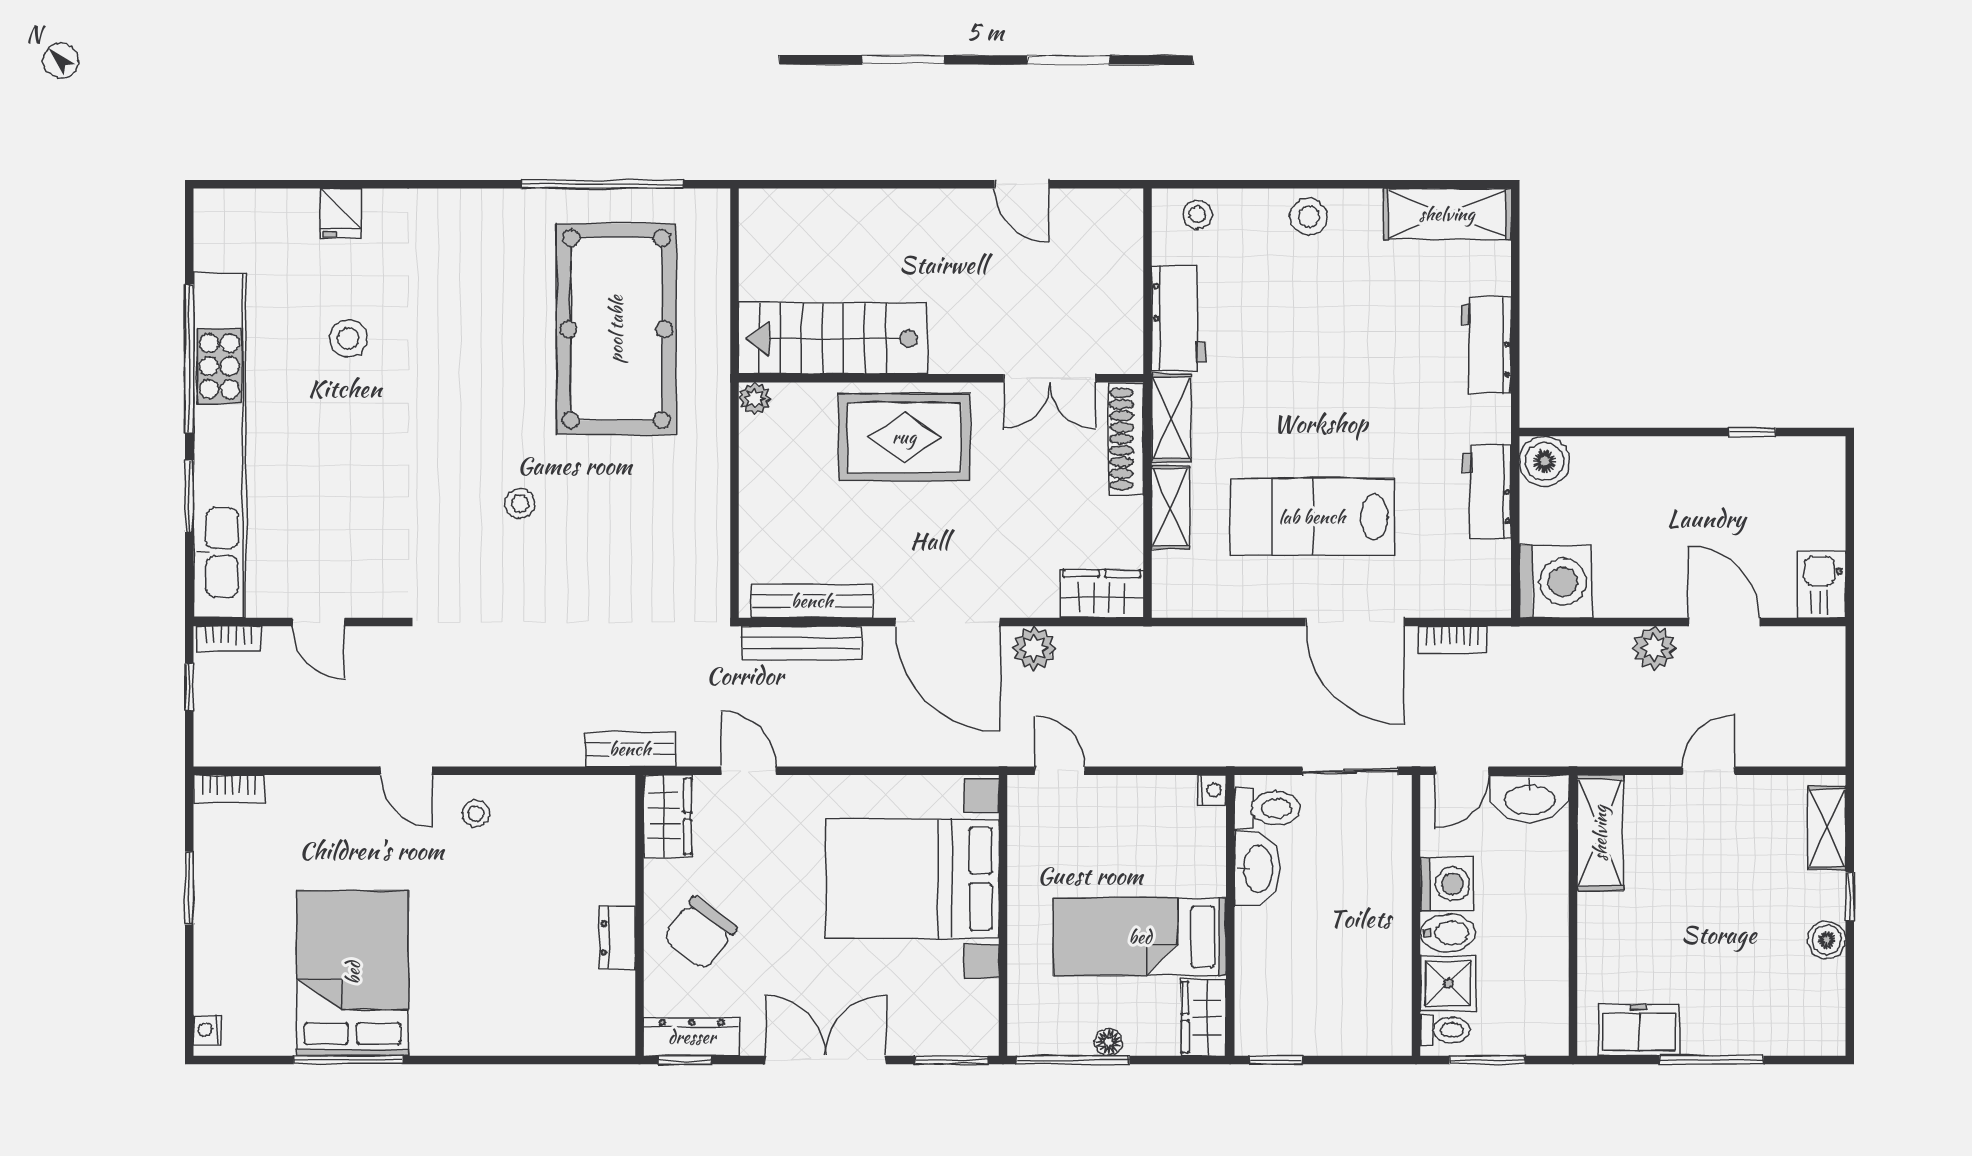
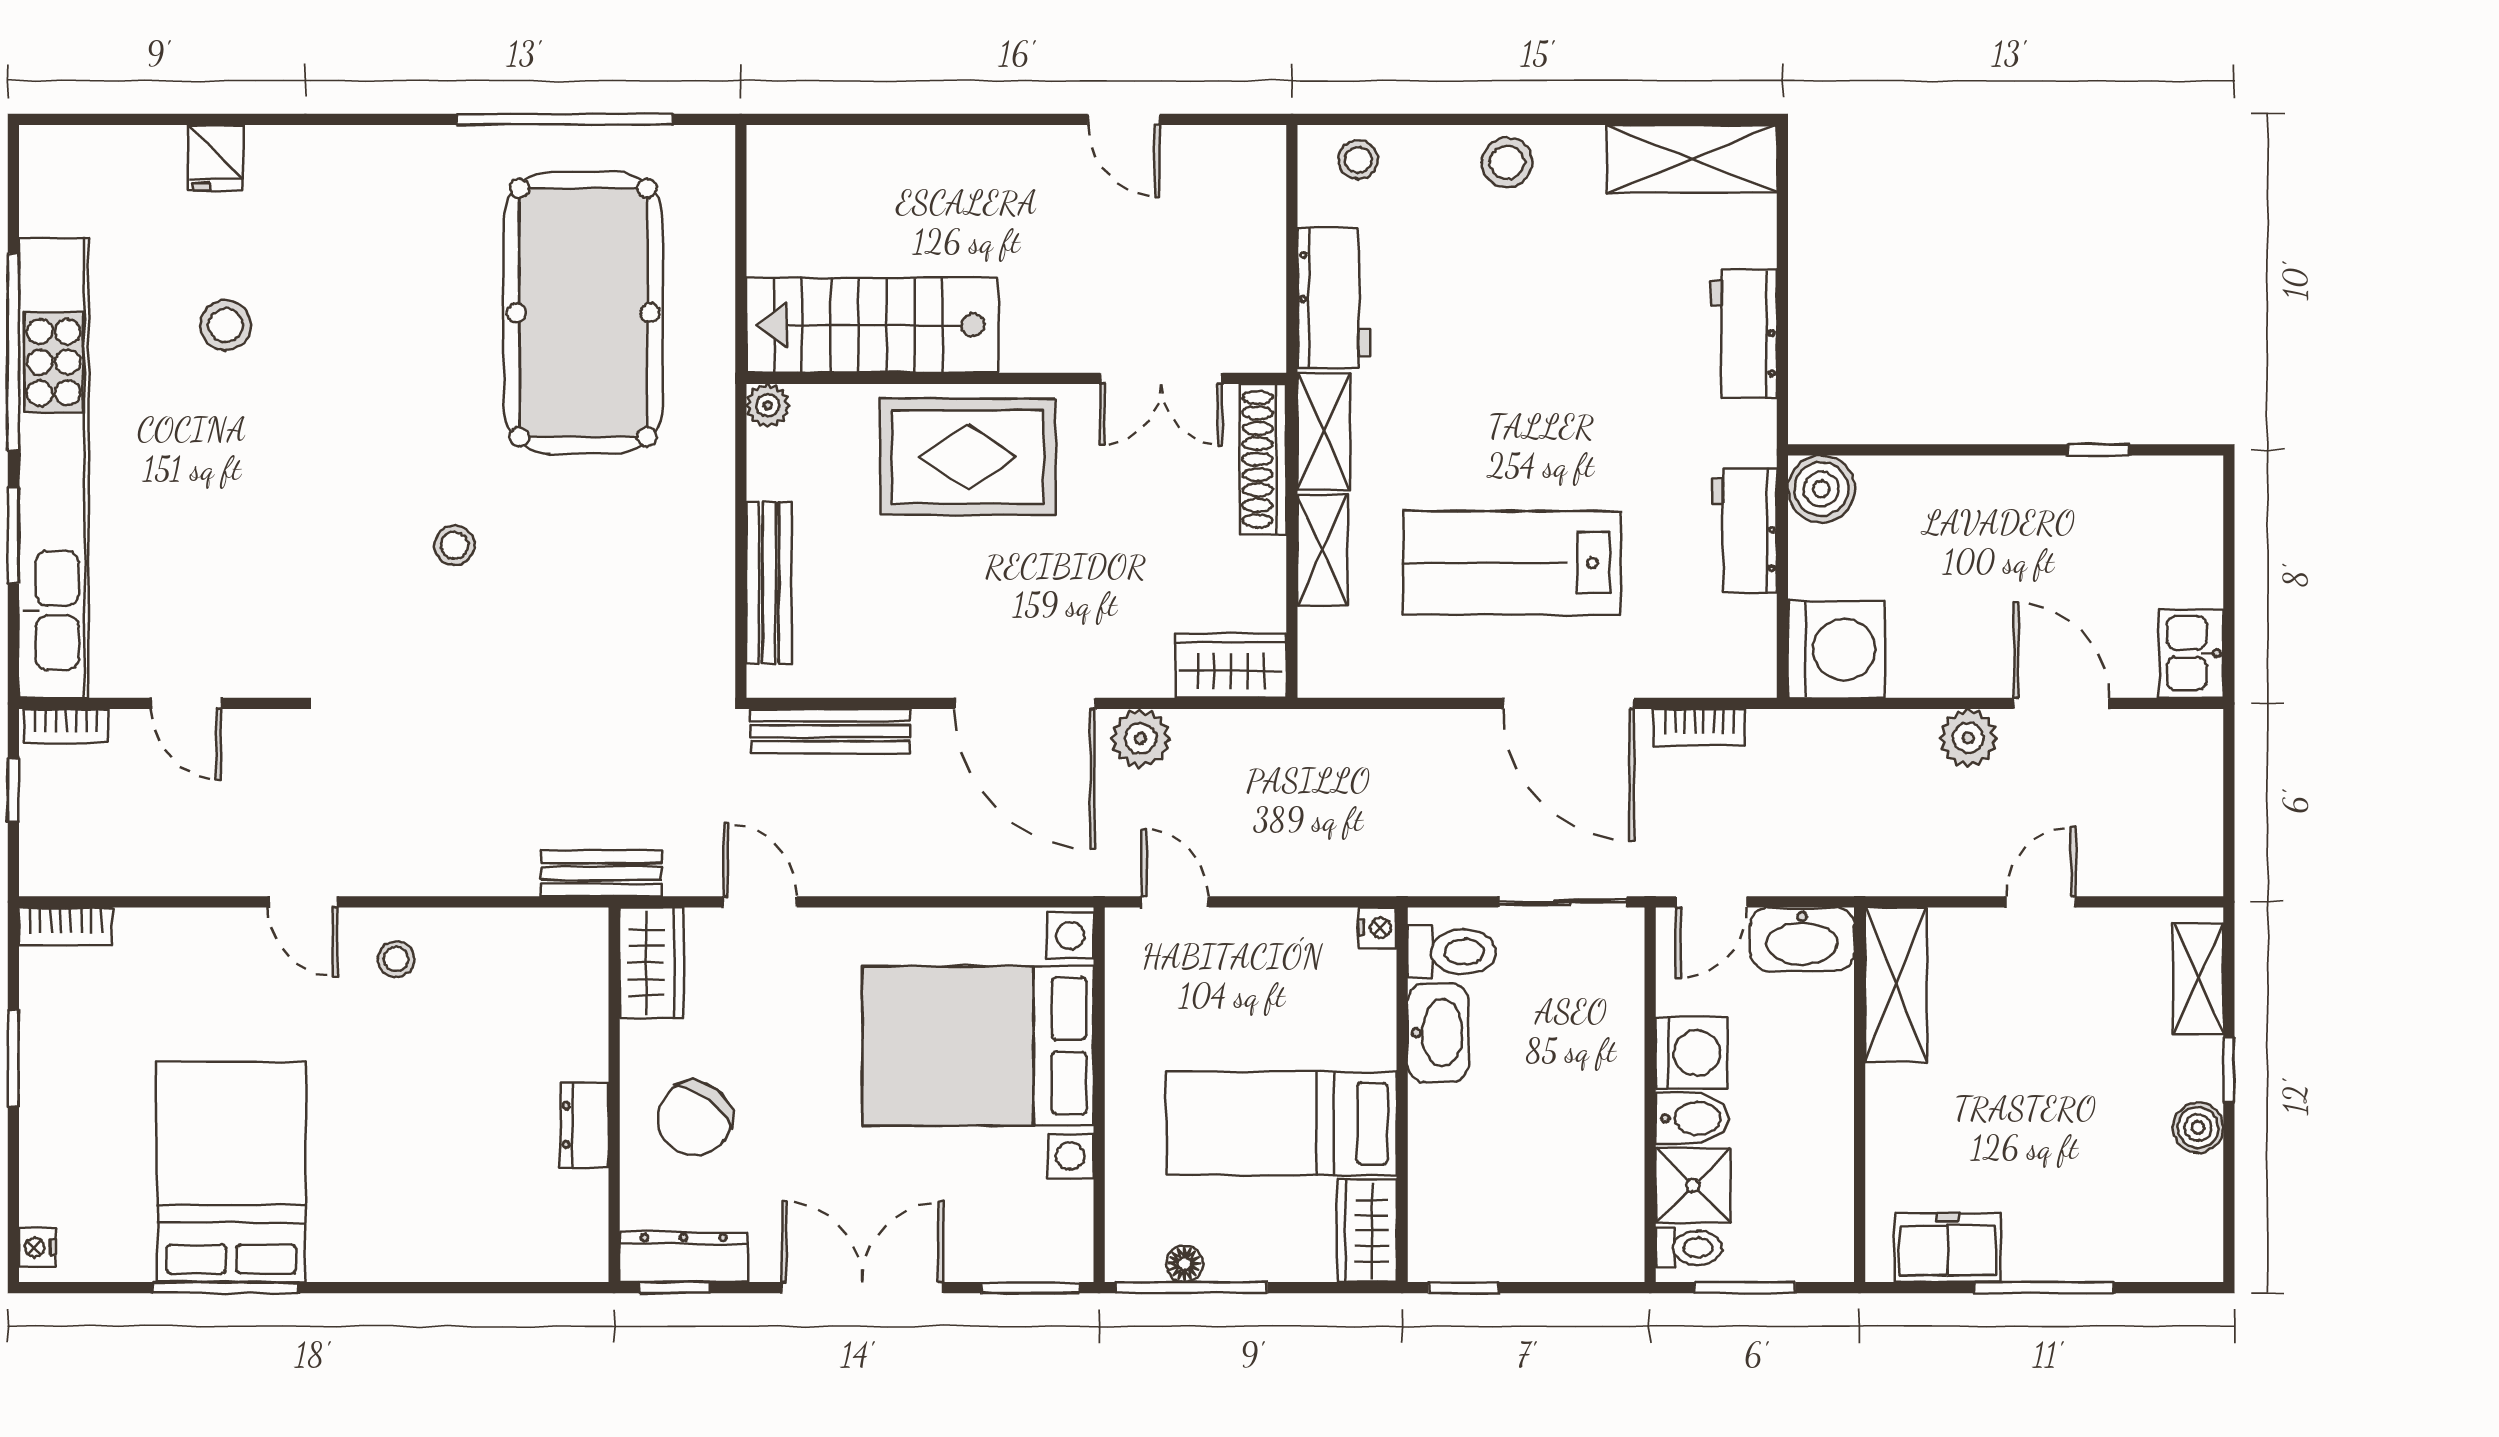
bench: (812, 601) -> (769, 583), moved, turned 90
floor lamp: (1109, 1042) -> (1184, 1264), moved

